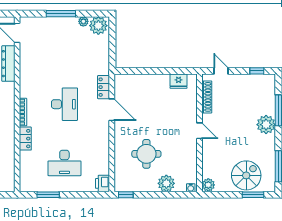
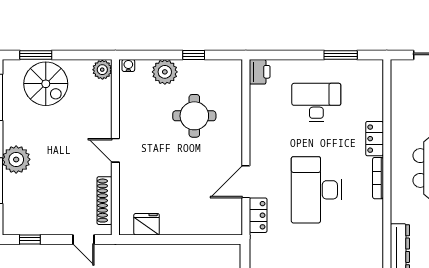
desk: (64, 104) -> (316, 190), width x1.36, depth x1.30
door: (112, 110) -> (246, 182), hinge flipped
spiral stairs: (246, 175) -> (46, 84), turned -90
window: (126, 195) -> (194, 55), moved

